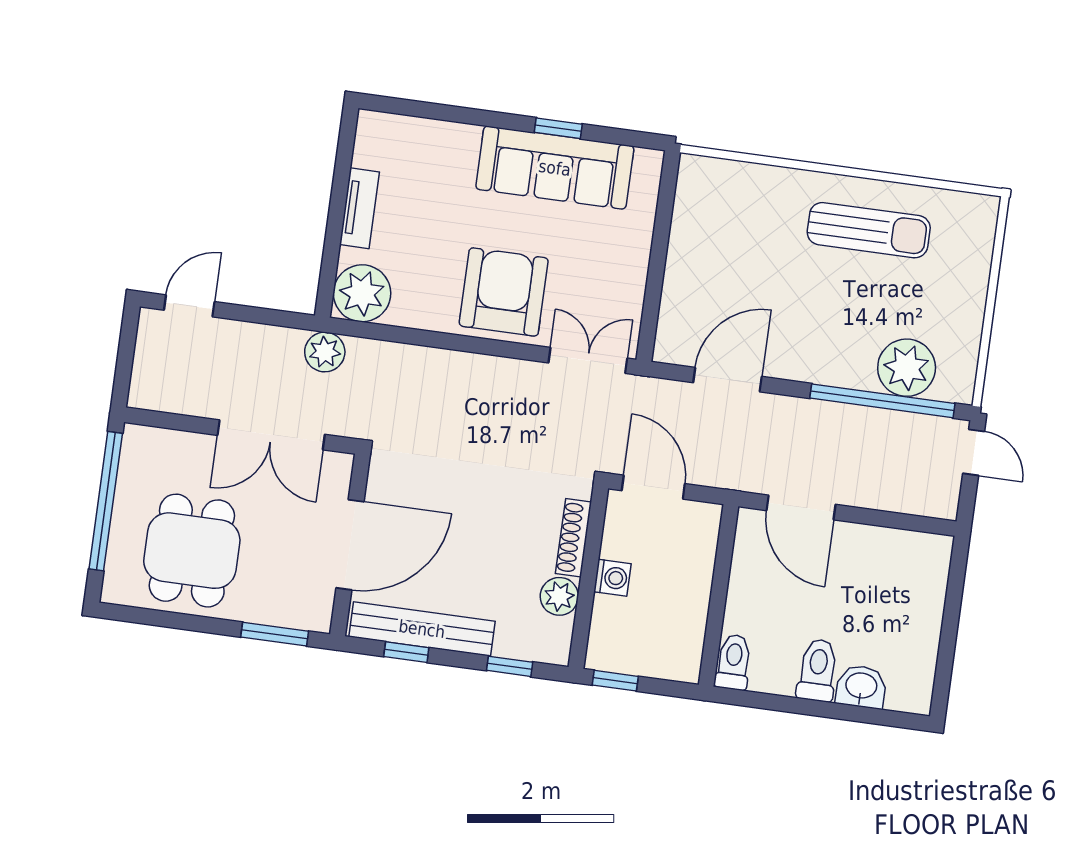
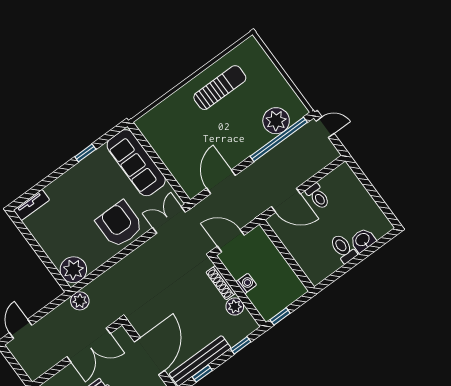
sofa: (555, 168) -> (136, 163), moved, turned 90
tv unit: (360, 208) -> (32, 205), moved, turned 90
toilet: (733, 662) -> (318, 196), moved, turned 180

